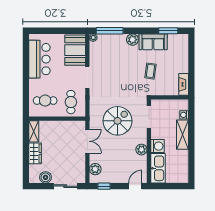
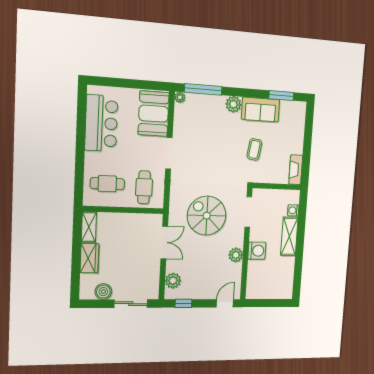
spiral stairs: (118, 121) -> (207, 216), turned -90
kitchen sink: (158, 168) -> (256, 280), removed

